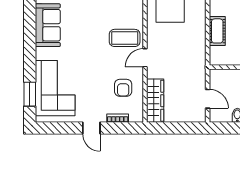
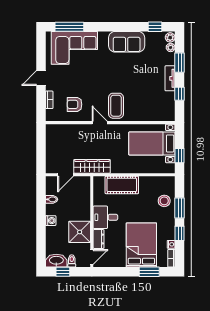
cot: (217, 31) -> (122, 185), width x1.37, depth x1.34
window: (30, 94) -> (69, 27), width x1.44
wardrobe: (155, 101) -> (92, 166), moved, turned 180

